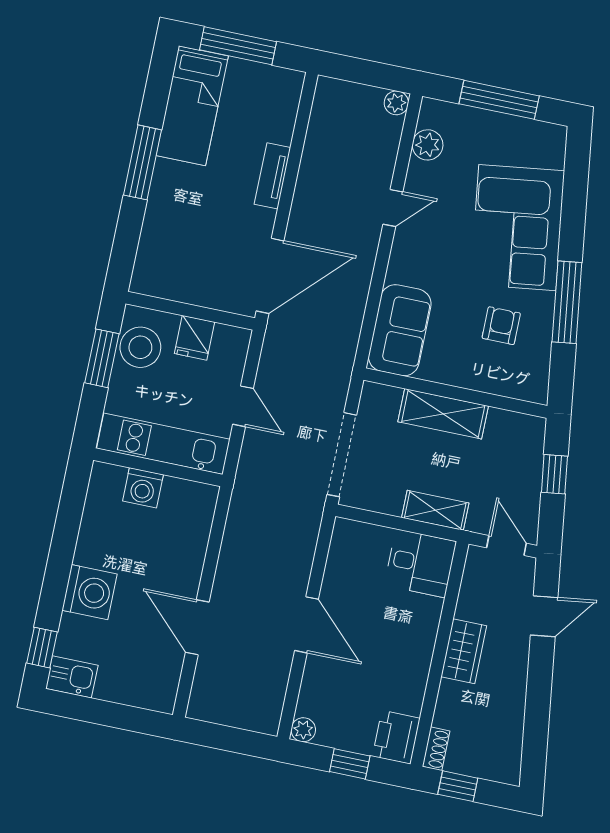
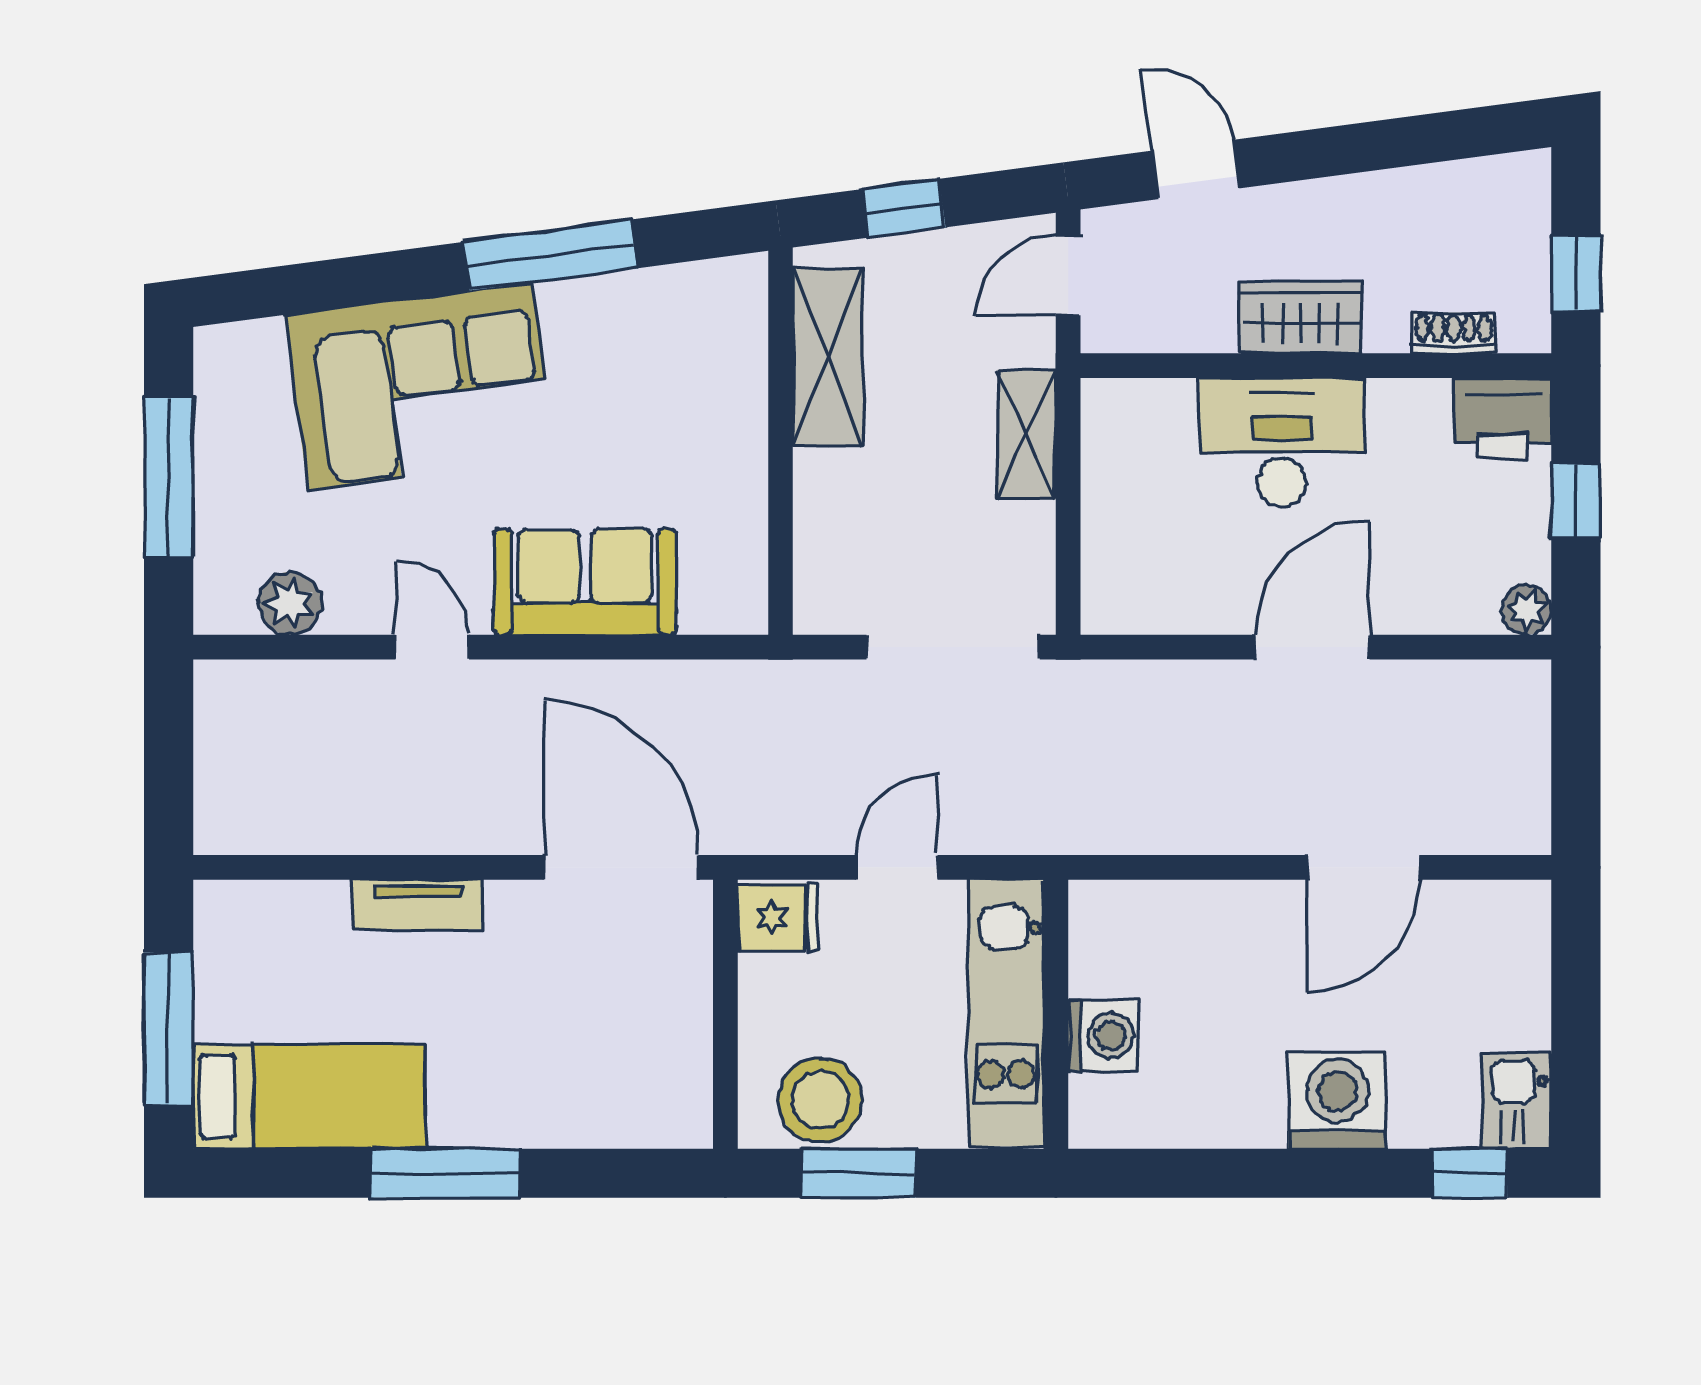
plant: (396, 103) -> (218, 684), removed
armchair: (501, 326) -> (625, 378), removed
sofa: (400, 330) -> (585, 582), moved
fridge: (194, 338) -> (778, 918), moved
shelving: (443, 414) -> (828, 357), moved
desk: (420, 563) -> (1282, 442), moved, width x1.37
shoe rack: (436, 749) -> (1453, 333), moved

